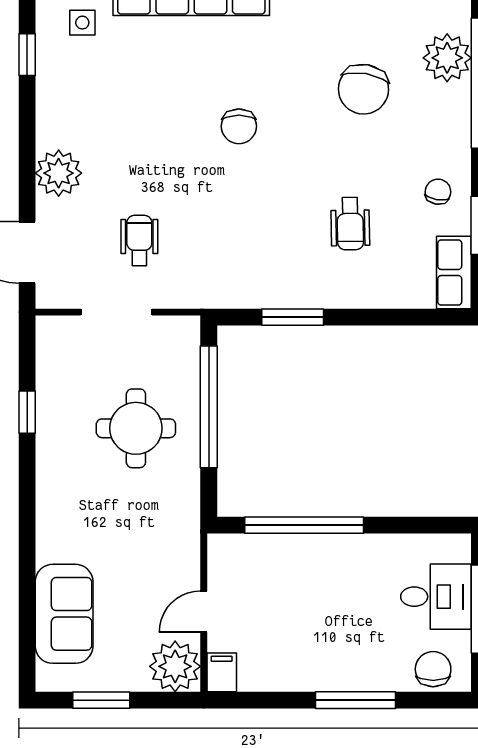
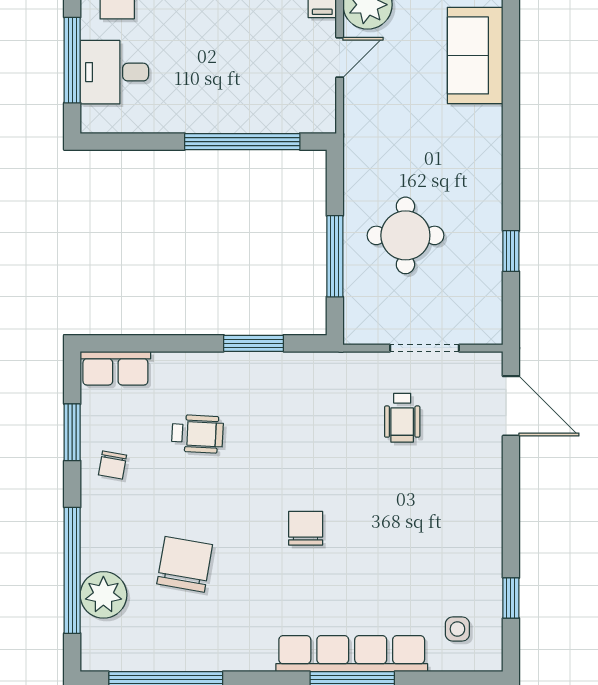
plant: (59, 173) -> (480, 483), removed
wheelchair: (350, 224) -> (198, 434), turned 94
row of seats: (454, 272) -> (115, 368), moved, turned 90
window: (209, 407) -> (335, 256), width x0.68

